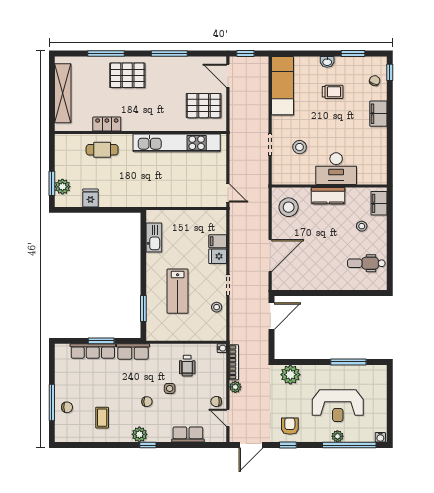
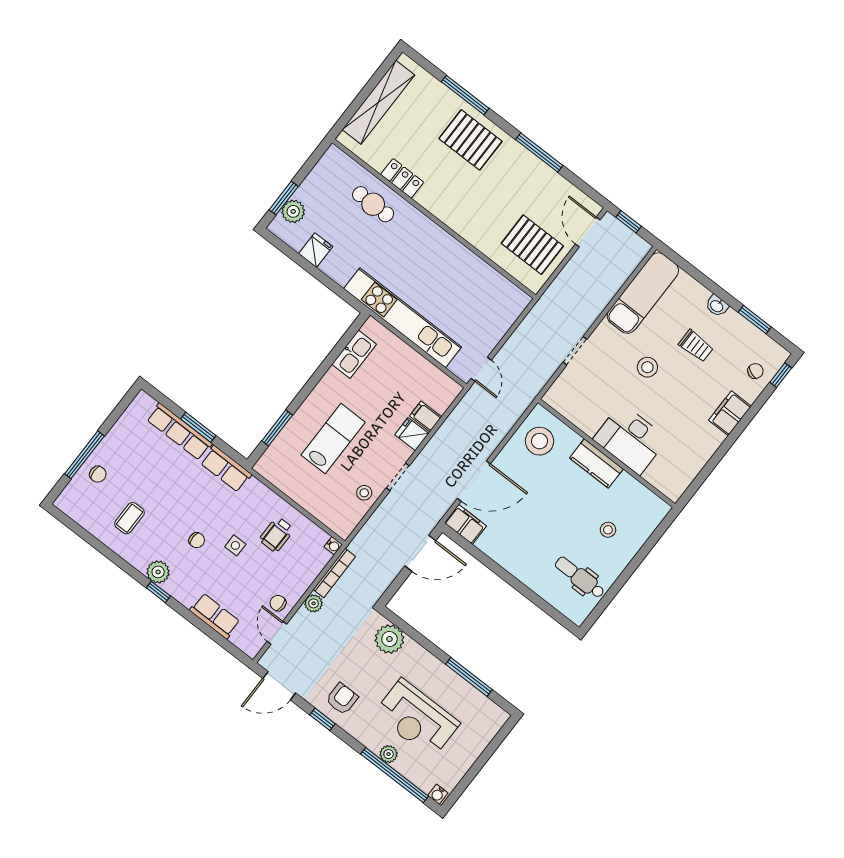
kitchen unit: (177, 143) -> (403, 318), moved, turned 180
stool: (300, 147) -> (647, 367), moved
filing cabinet: (379, 203) -> (465, 524), moved, turned 90
lab bench: (178, 291) -> (333, 439), turned 180

